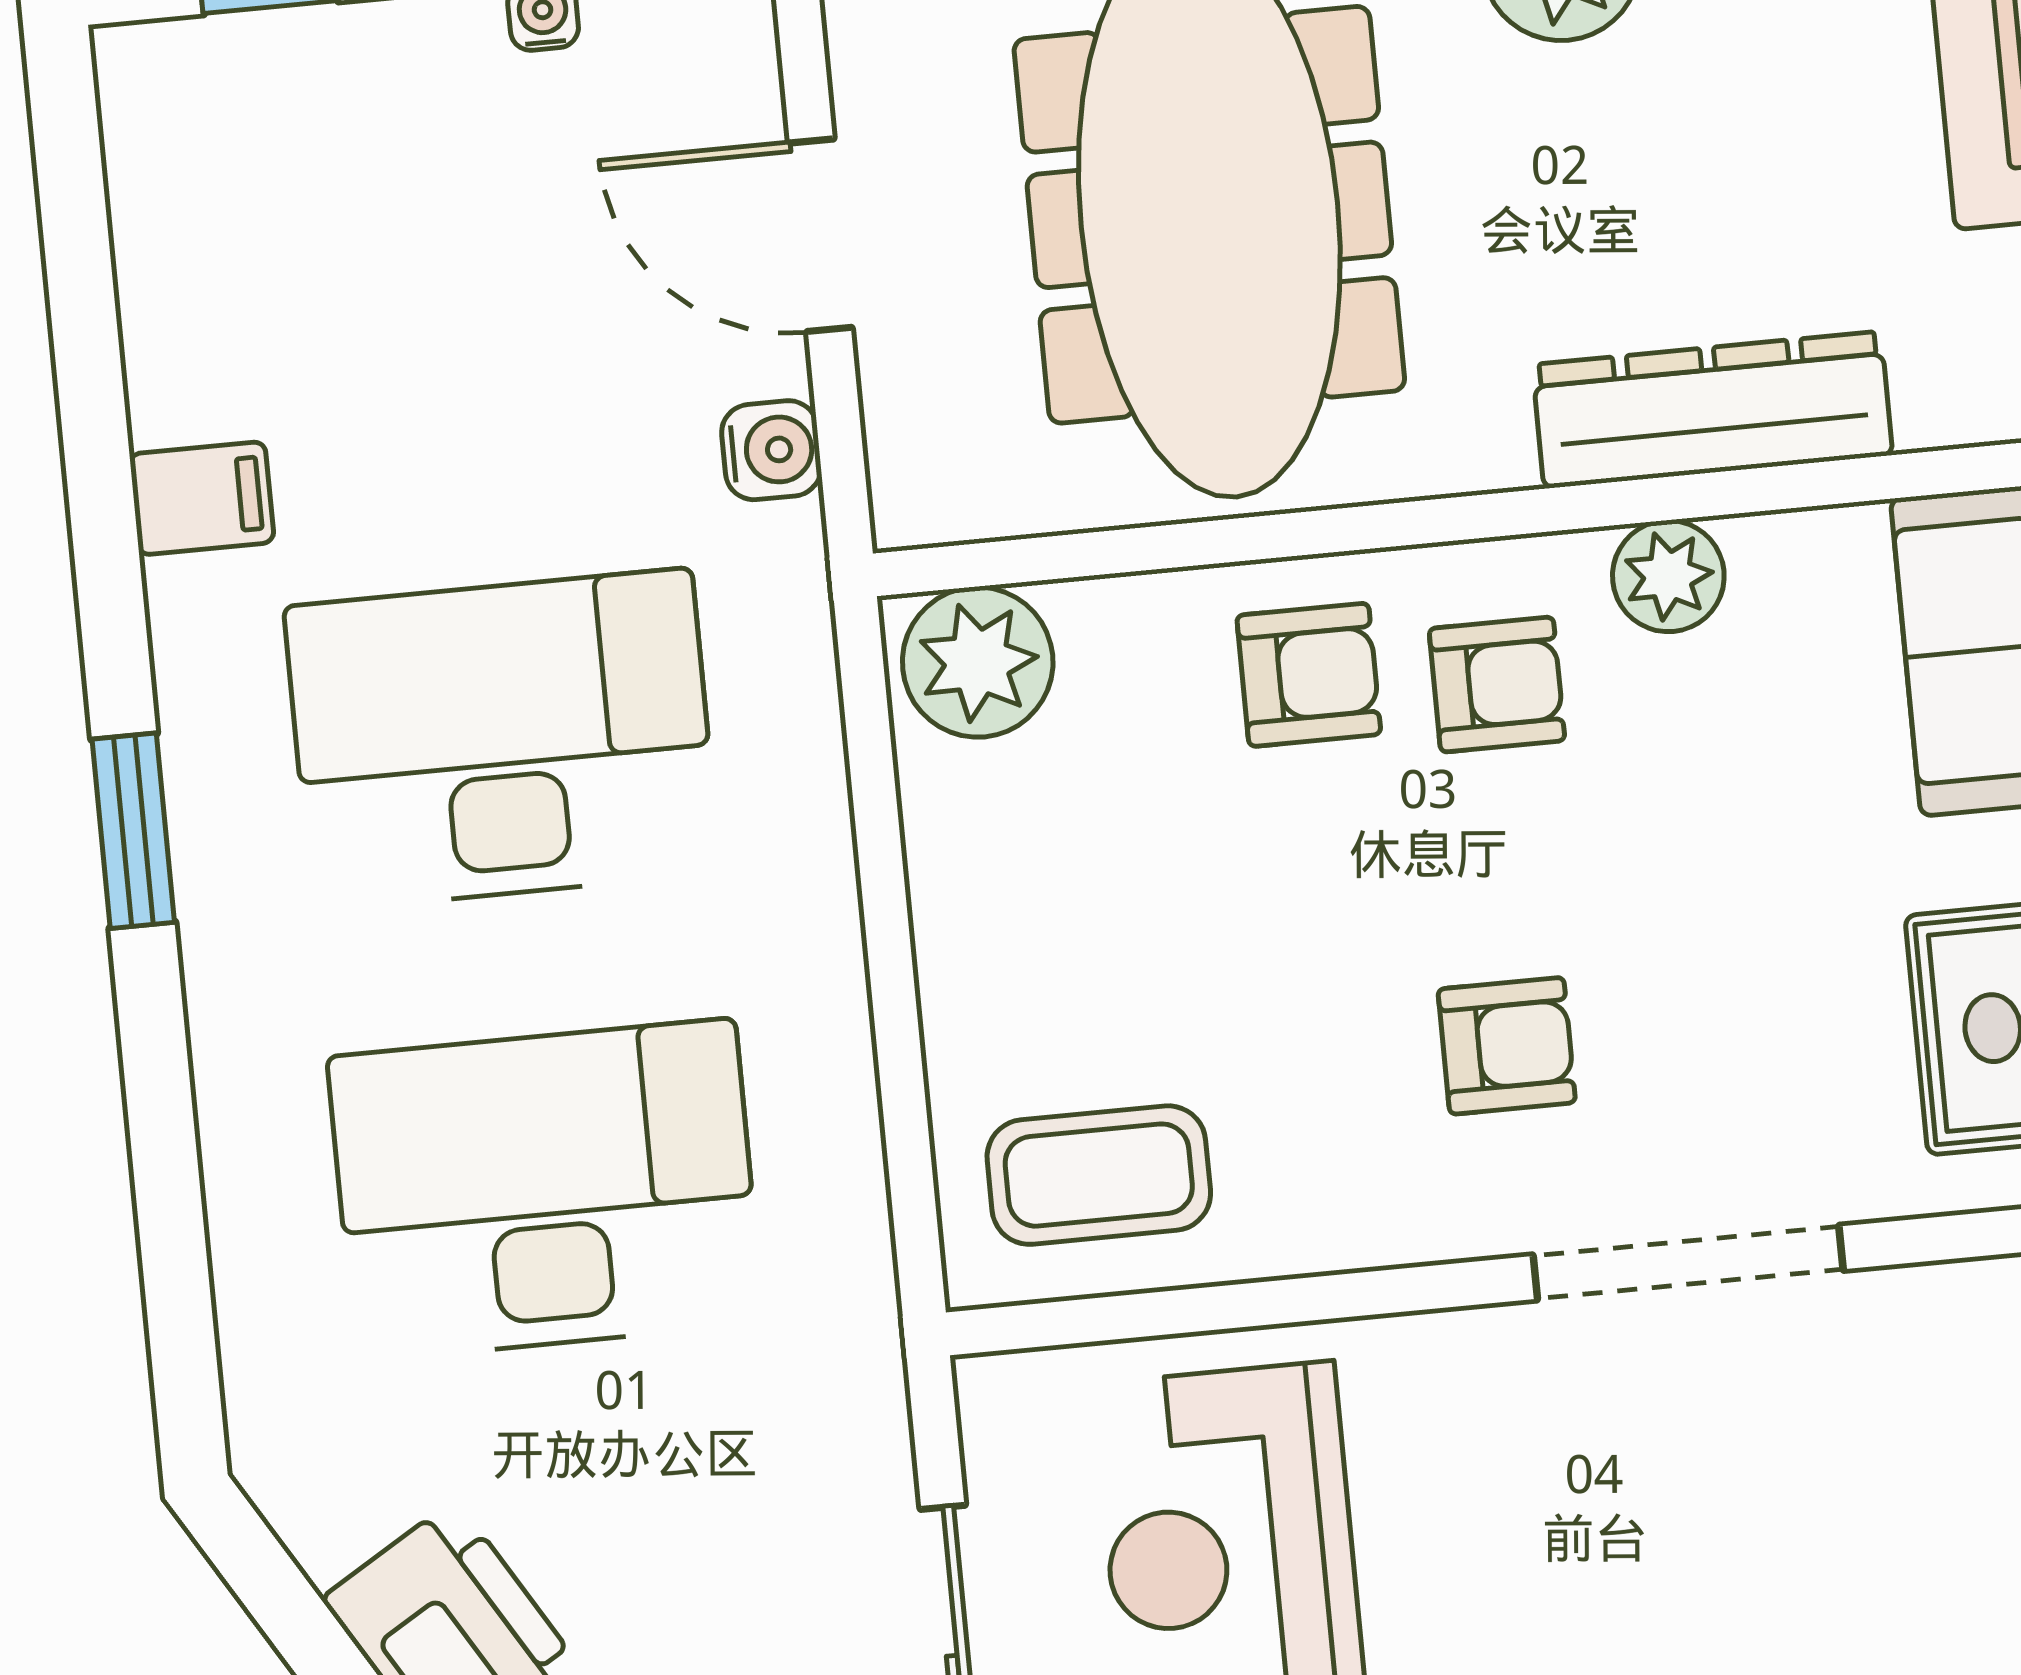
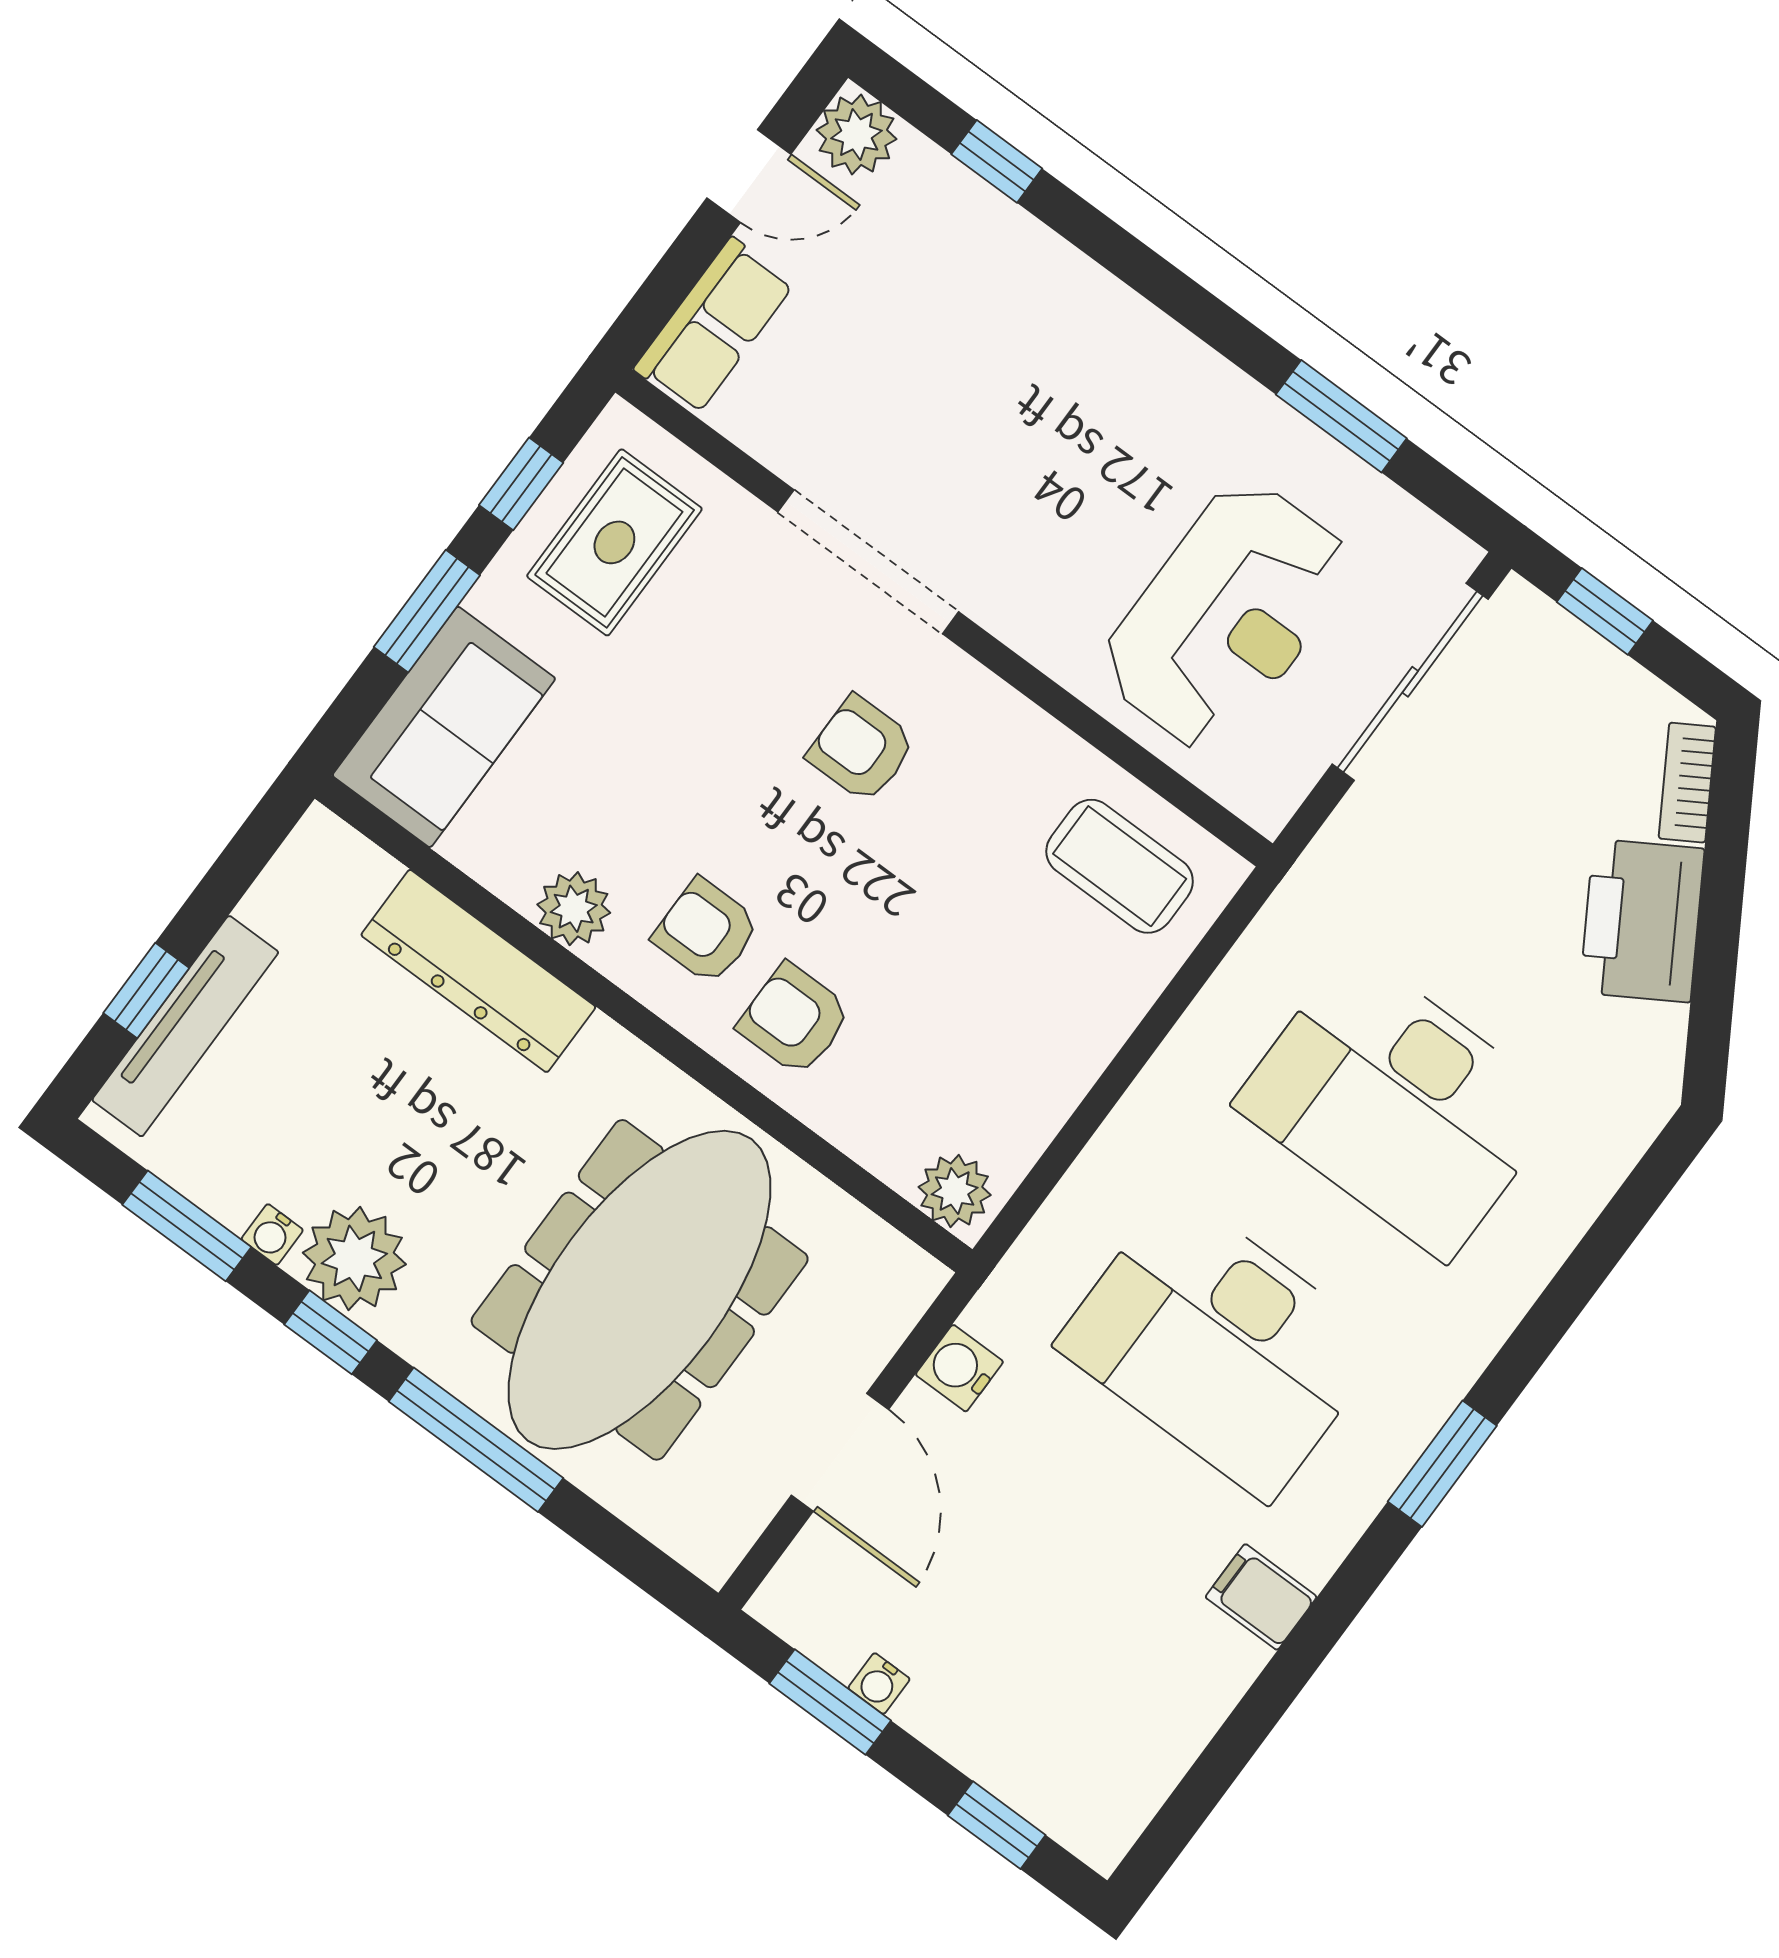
plant: (978, 662) -> (955, 1191), width x0.73, depth x0.73

